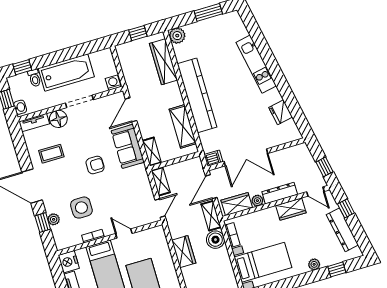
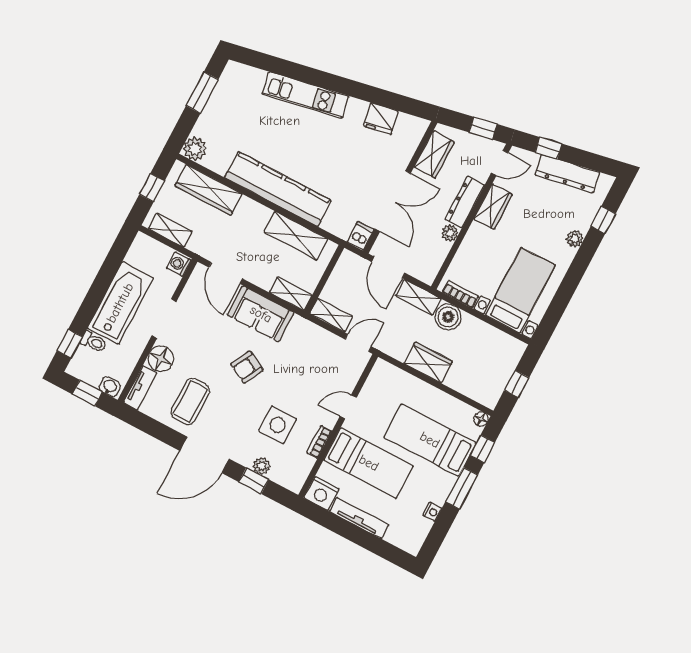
shelving: (126, 62) -> (170, 230), added
coffee table: (51, 154) -> (190, 401), width x1.36, depth x1.30
armchair: (95, 165) -> (247, 367), turned -152
wardrobe: (237, 204) -> (434, 154), moved, turned 180
door: (160, 208) -> (358, 343), hinge flipped

